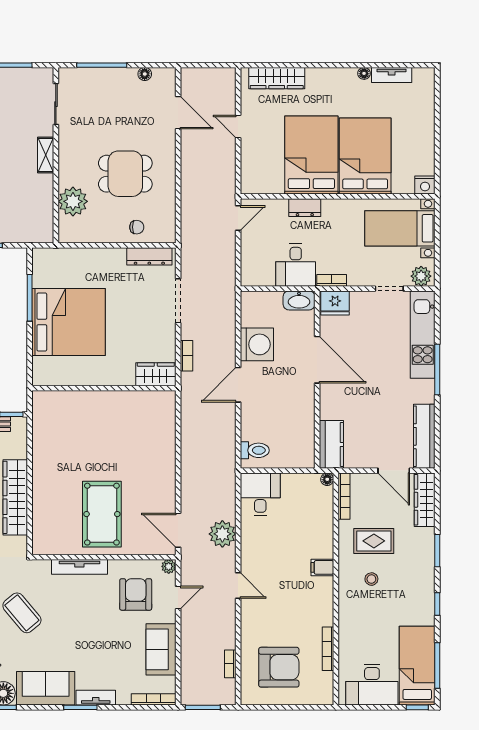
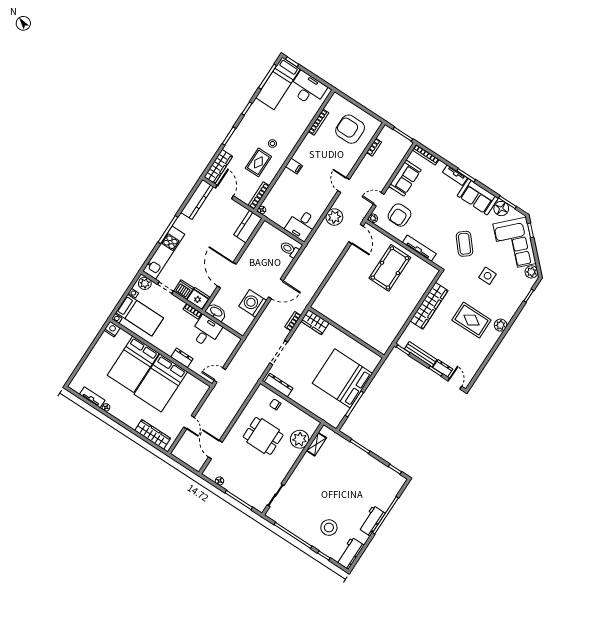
shelving: (46, 155) -> (316, 444), moved
dishwasher: (363, 302) -> (184, 290), added
rug: (374, 541) -> (258, 162), turned 90

